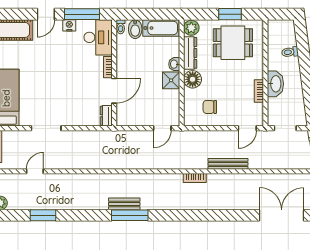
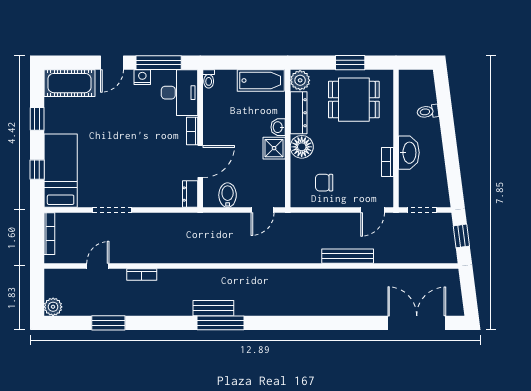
bidet: (135, 29) -> (228, 195), moved, turned 180
bookcase: (195, 178) -> (142, 275), moved

